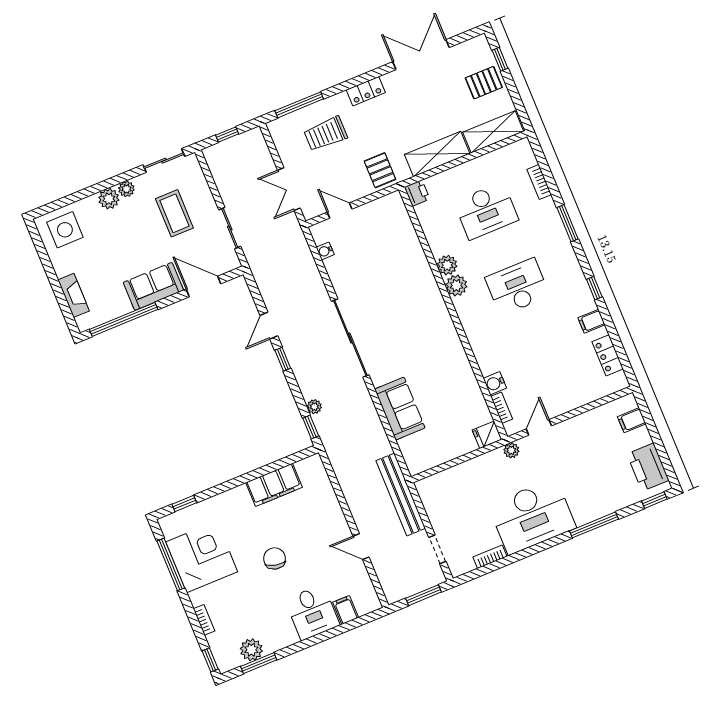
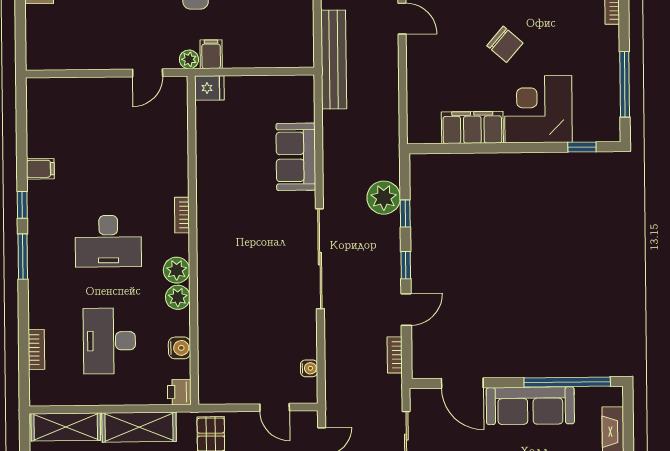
desk: (486, 211) -> (109, 341), turned -90
window: (568, 223) -> (23, 257), moved
sofa: (153, 286) -> (530, 406), width x1.36
bookcase: (264, 287) -> (395, 355), added
locker: (608, 355) -> (37, 123), removed
water cooler: (495, 383) -> (179, 348), moved
plant: (314, 407) -> (384, 198), width x1.88, depth x1.88
bookcase: (502, 408) -> (182, 215), moved
filing cabinet: (632, 420) -> (211, 54), moved, turned -90
window: (311, 427) -> (405, 213), moved
corner desk: (202, 557) -> (538, 109), moved, turned 90
chair: (275, 558) -> (505, 44), turned -62

